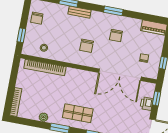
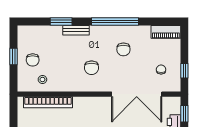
window: (113, 11) -> (115, 21), width x2.11
chair: (37, 18) -> (33, 60), moved
window: (21, 35) -> (14, 57), moved

